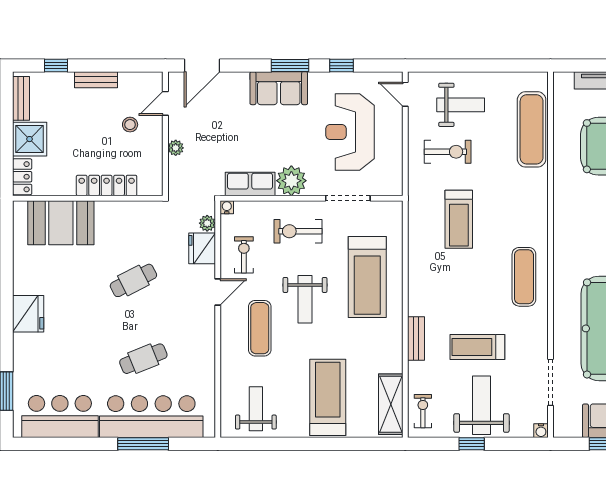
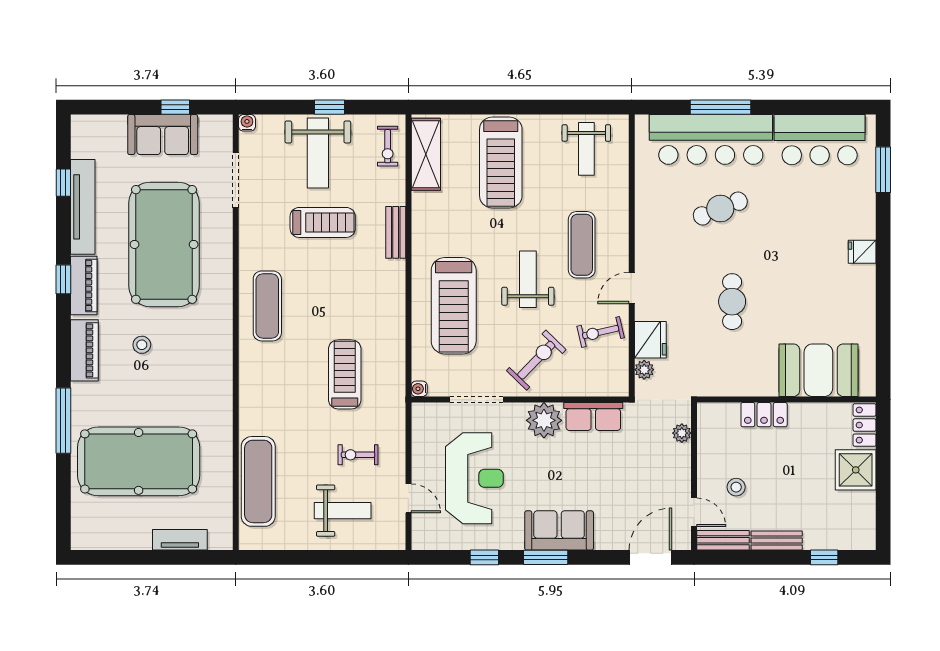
door: (405, 94) -> (408, 498), moved
bench: (21, 98) -> (723, 540), moved, turned 90
door: (165, 103) -> (694, 512), hinge flipped
weight bench: (461, 105) -> (343, 511), turned 180
plant: (176, 148) -> (682, 433), moved
exercise bike: (448, 152) -> (358, 455), width x0.73, depth x0.72
locker: (107, 185) -> (764, 415), width x0.66
water cooler: (227, 207) -> (419, 389), moved, turned 90
exercise bike: (298, 231) -> (536, 360), turned -46
exercise bike: (244, 255) -> (601, 332), turned 77
treadmill: (367, 277) -> (454, 306), turned 180
cafe table: (133, 280) -> (732, 302), turned -63
fridge: (28, 314) -> (862, 252), width x0.53, depth x0.75

